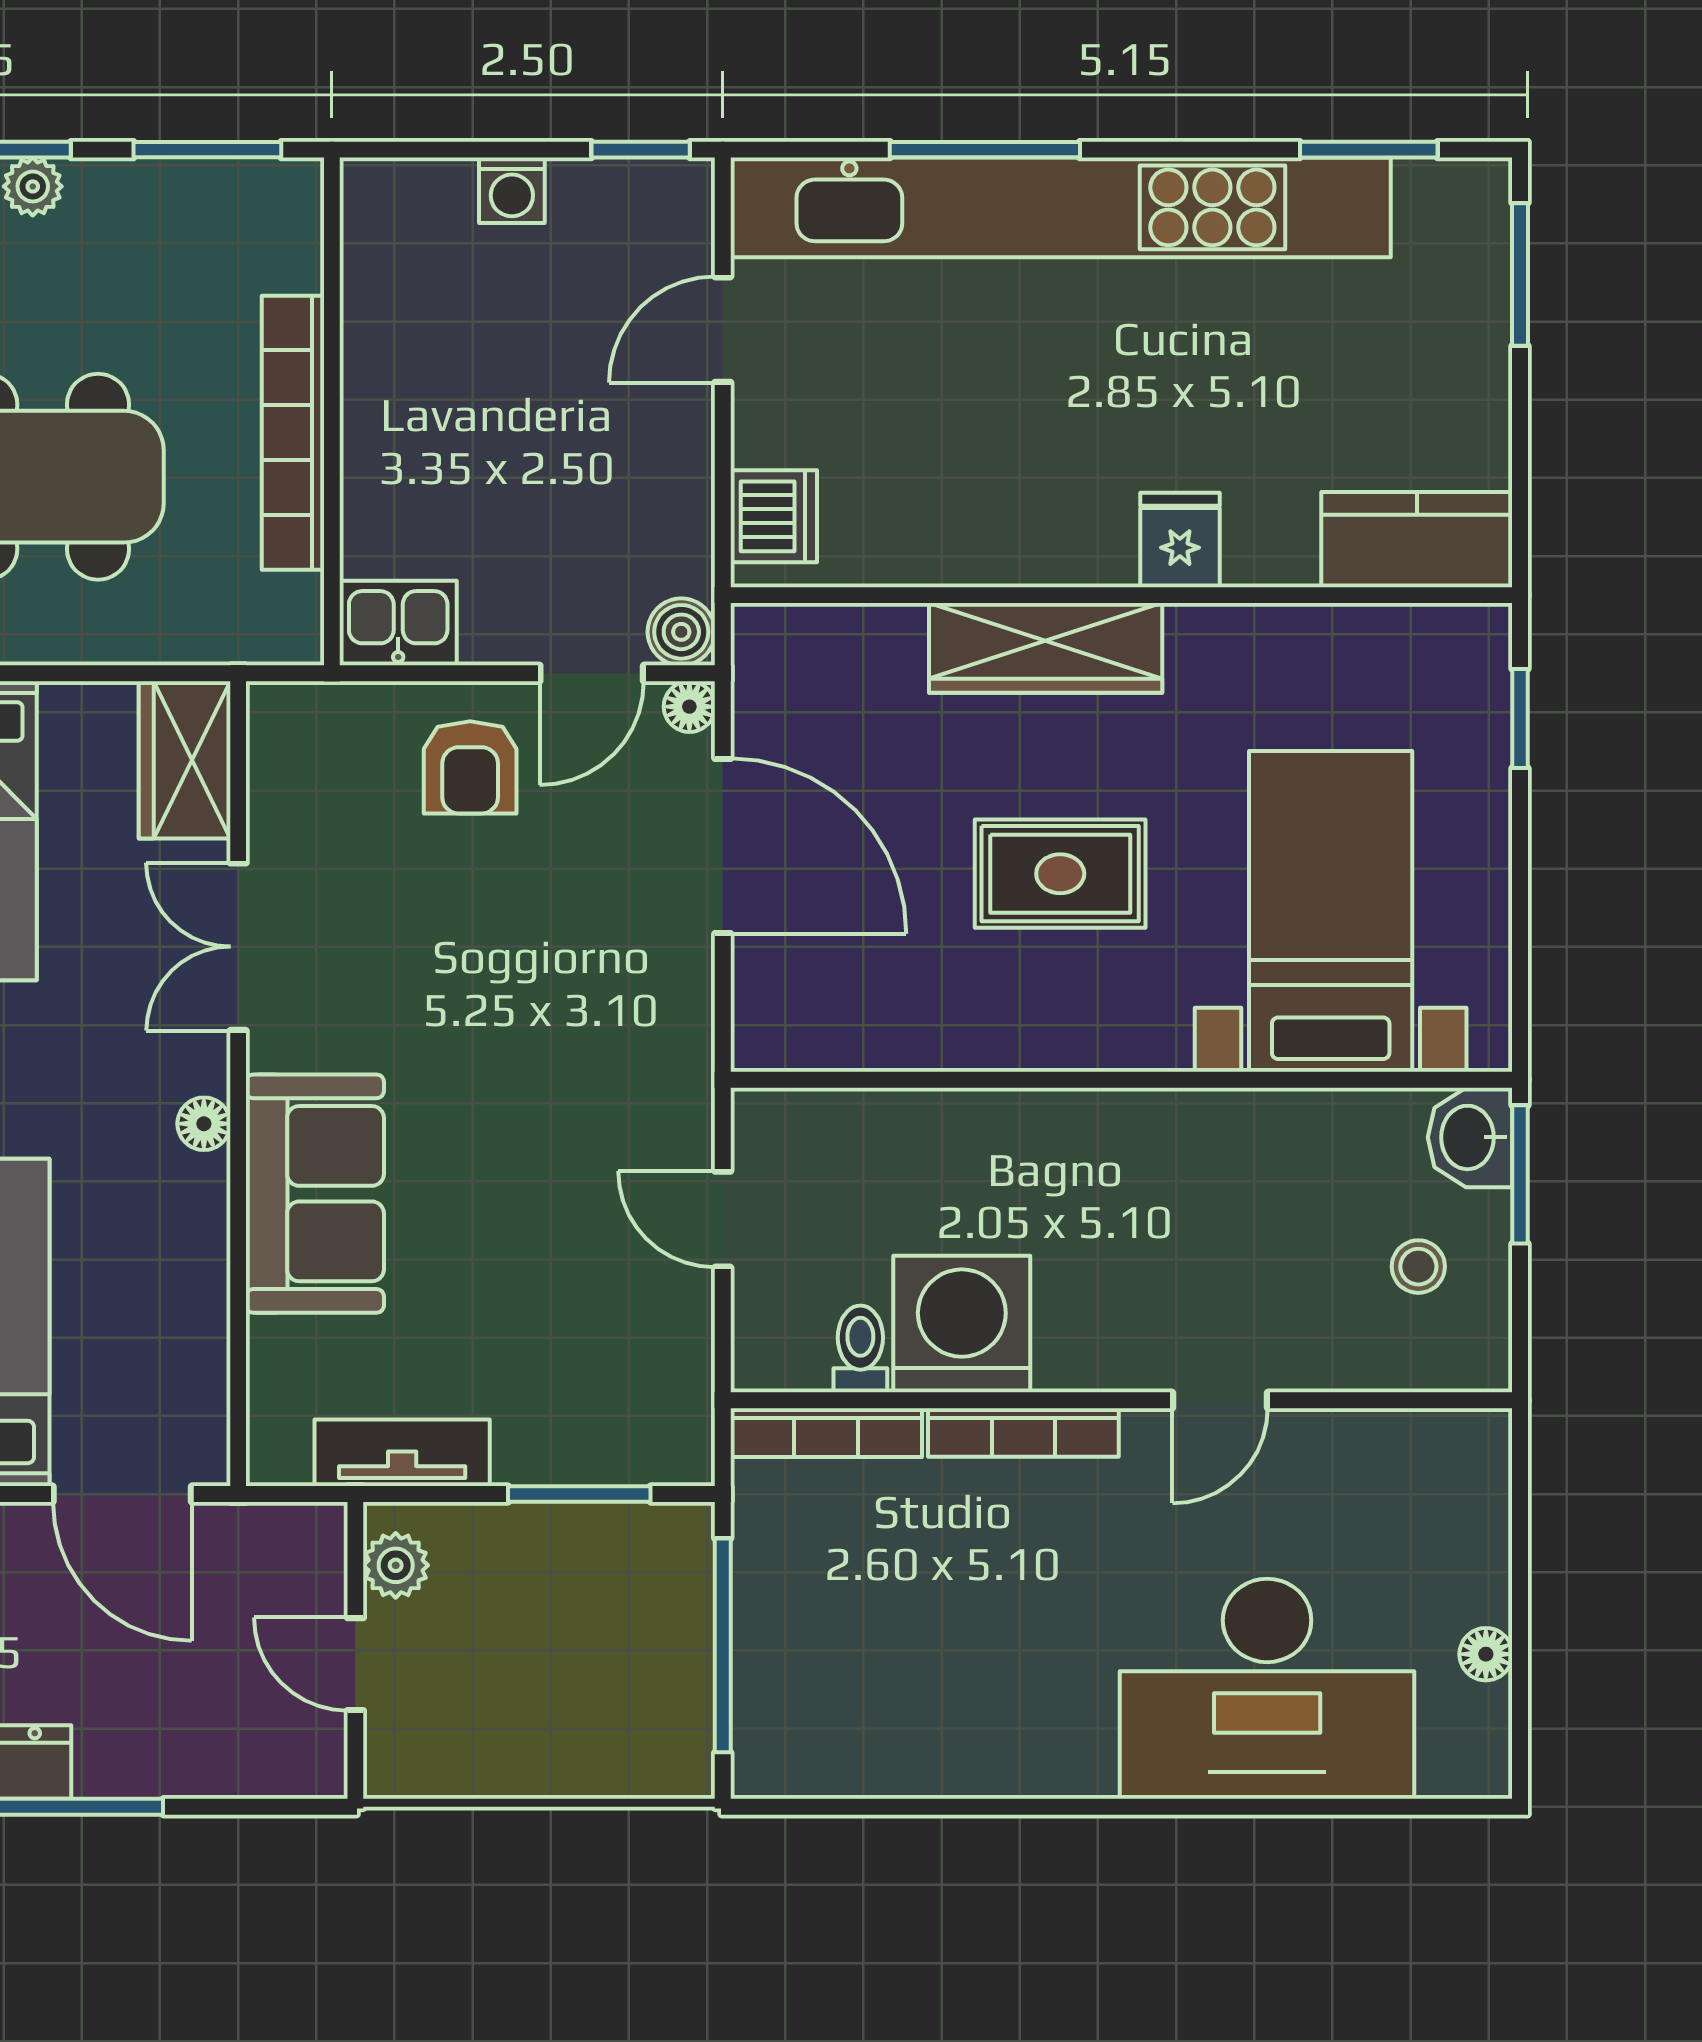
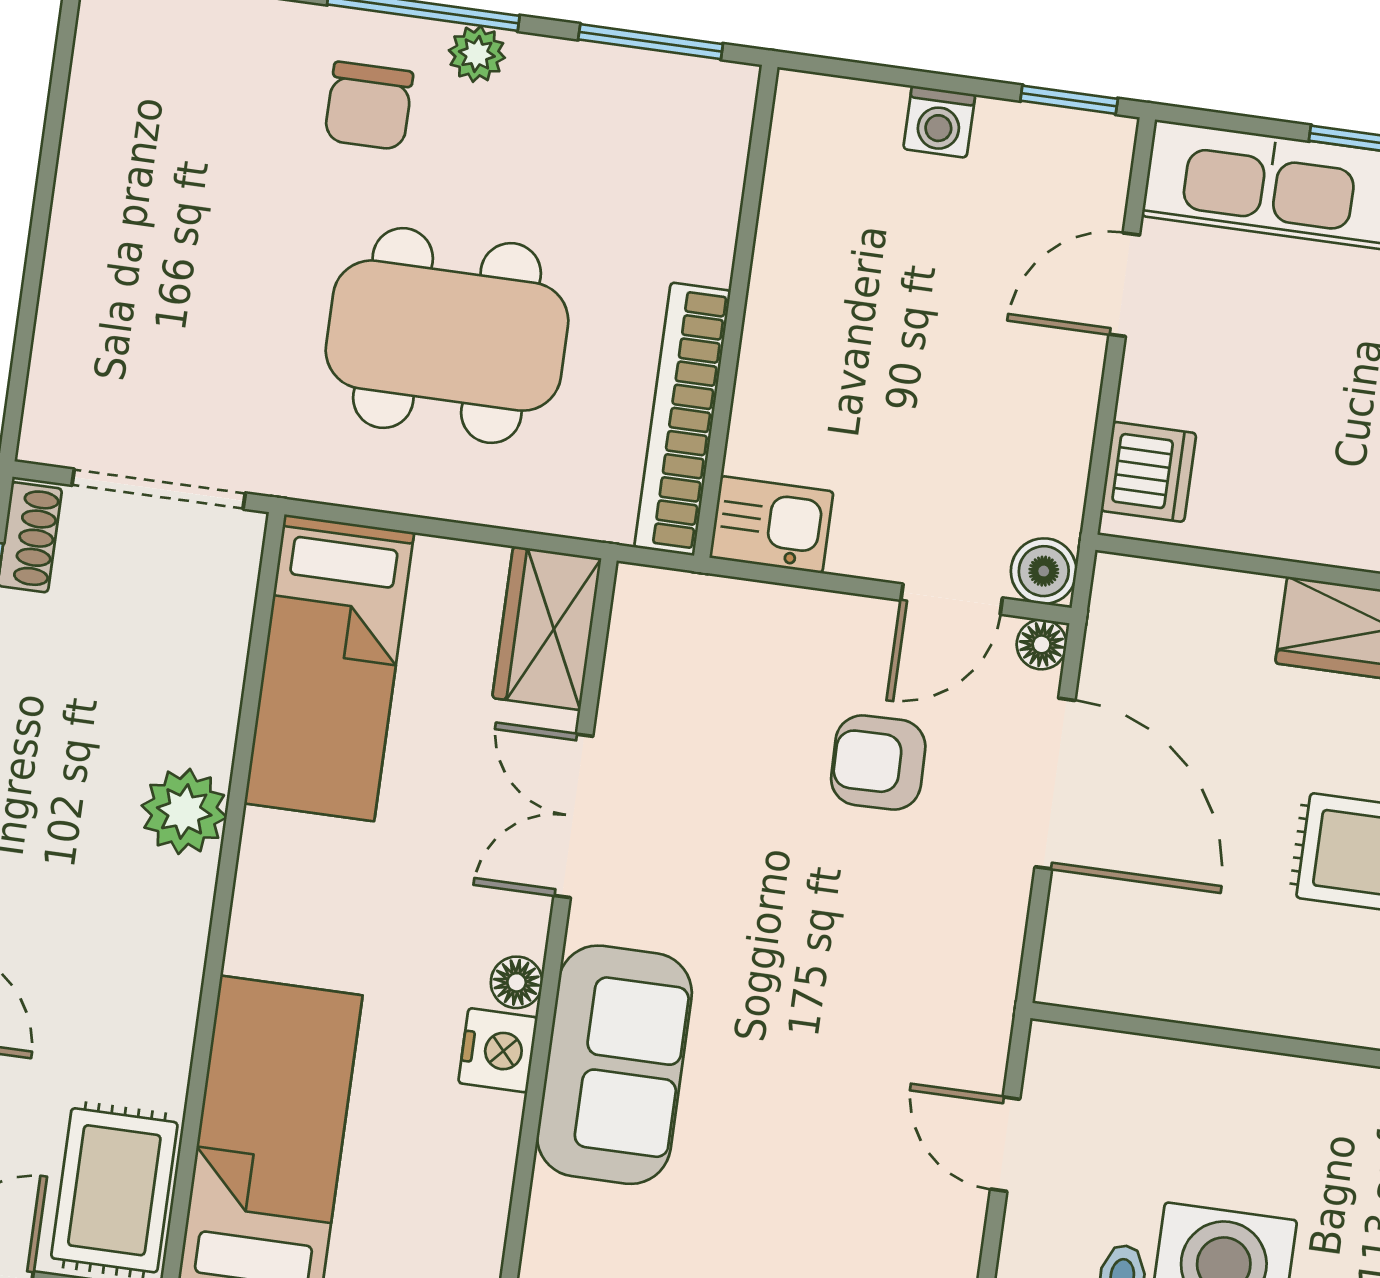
bookcase: (293, 433) -> (682, 419), moved
armchair: (470, 767) -> (878, 762), moved, turned 89
nightstand: (194, 1195) -> (498, 1050), added

